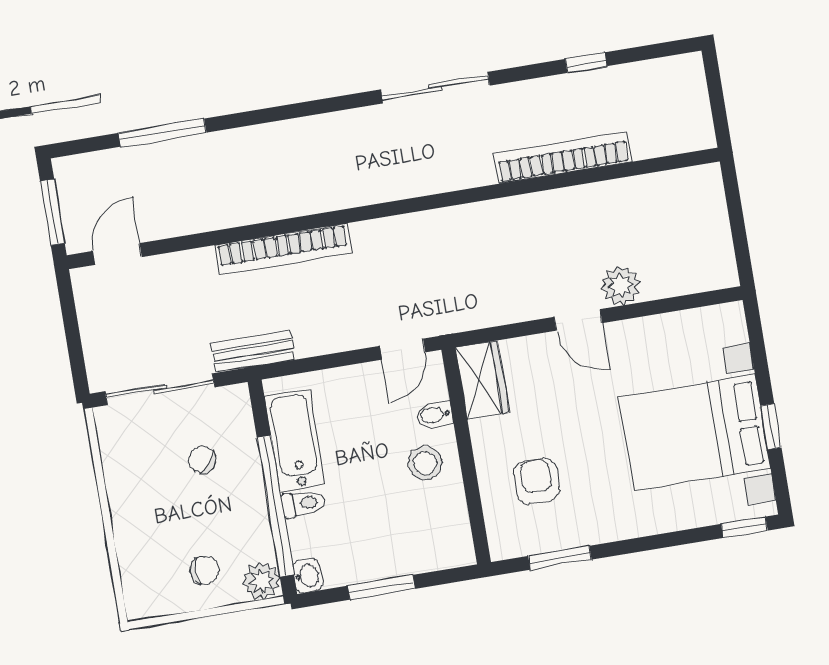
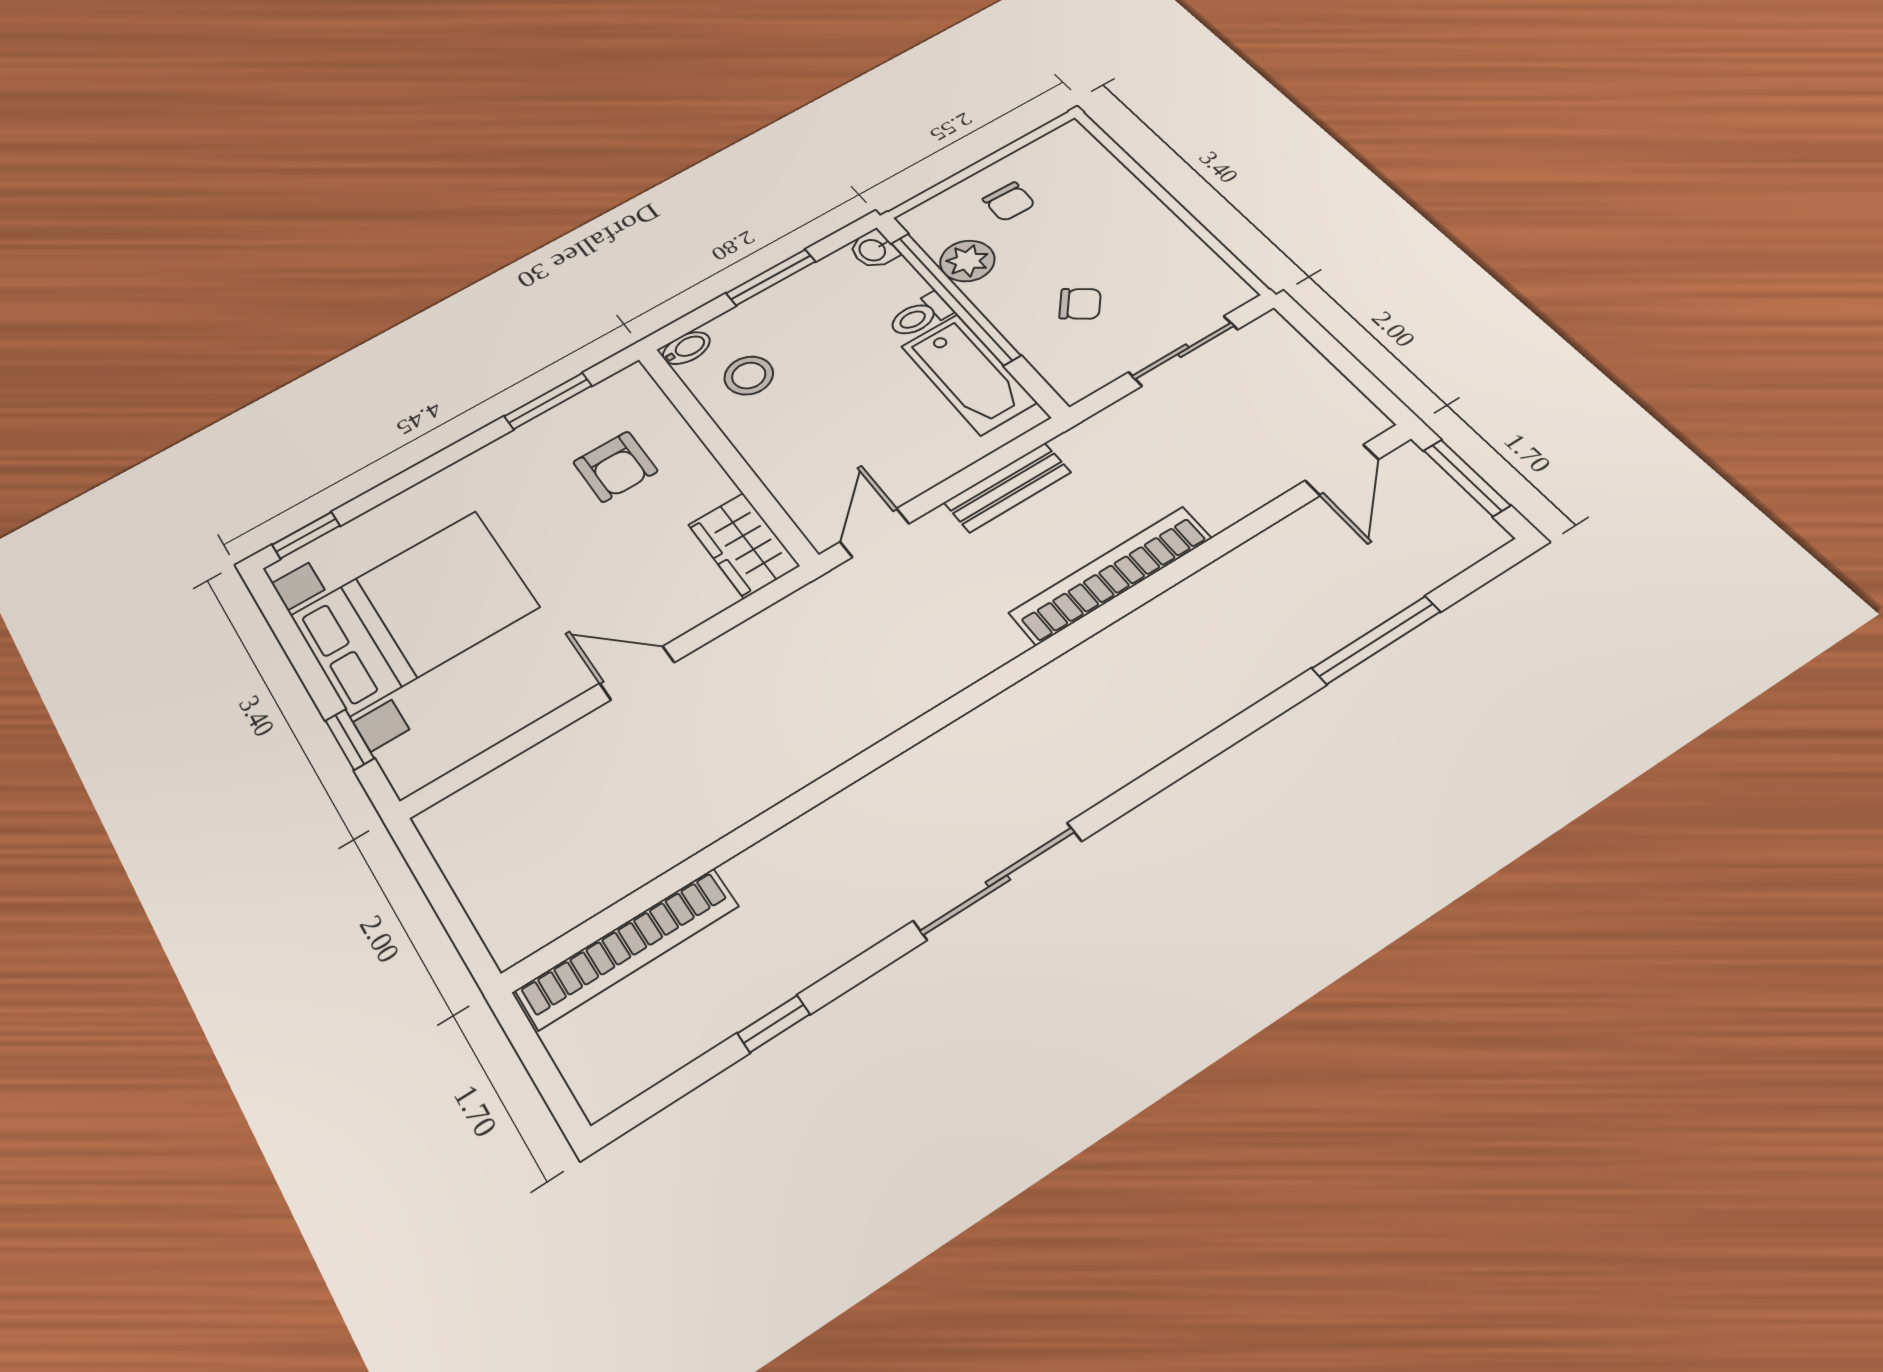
bookcase: (563, 158) -> (627, 948), moved
plant: (621, 286) -> (591, 742), removed
bench: (253, 351) -> (1007, 487), moved
sliding door: (160, 389) -> (1183, 351), width x0.73
bidet: (435, 415) -> (686, 348), moved
window: (771, 427) -> (350, 739), moved
stool: (425, 463) -> (749, 376), moved
chair: (204, 570) -> (1009, 202), turned -88
plant: (261, 581) -> (967, 261), moved

